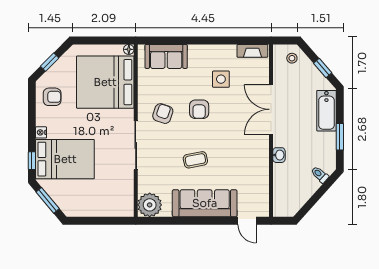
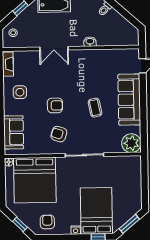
side table: (221, 79) -> (20, 92), moved
double door: (271, 109) -> (54, 49), width x0.73

